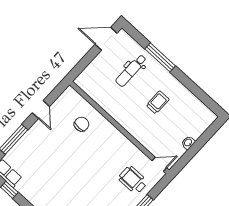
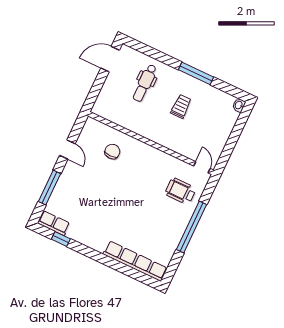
window: (160, 57) -> (196, 73), moved
washbasin: (188, 143) -> (239, 105), moved
door: (159, 164) -> (202, 167), hinge flipped

